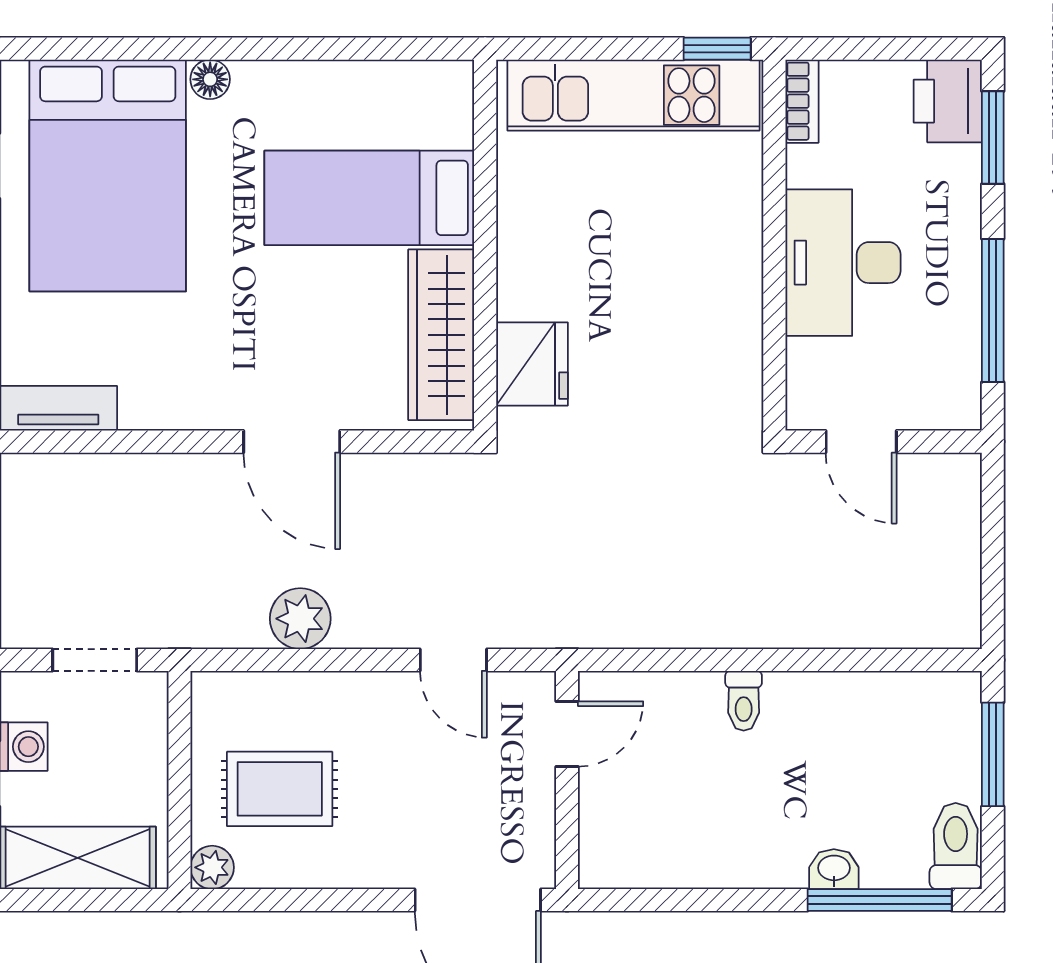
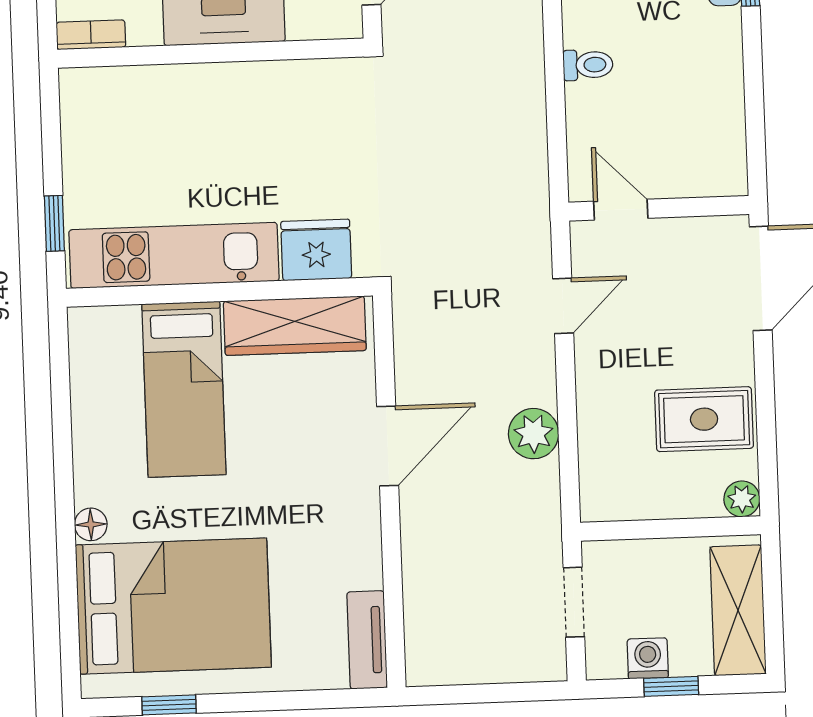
window: (717, 49) -> (54, 223), moved
kitchen unit: (634, 95) -> (174, 255), moved, turned -90
rug: (280, 789) -> (704, 419), moved, turned 90

